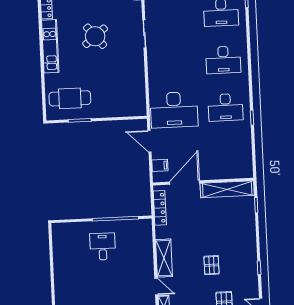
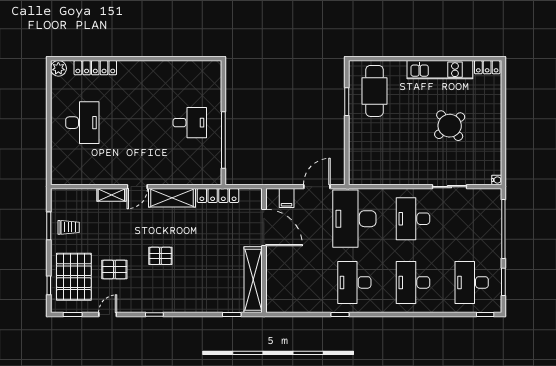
desk: (172, 62) -> (413, 219), added
locker: (160, 208) -> (218, 196), moved

